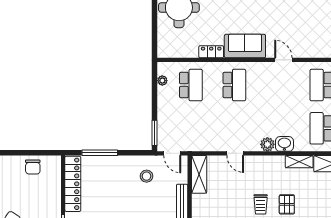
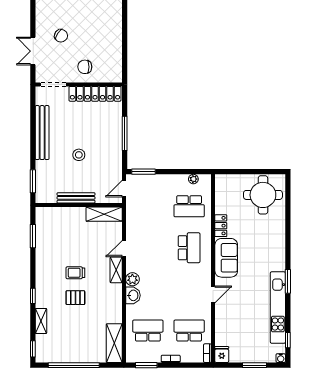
school desk: (234, 85) -> (189, 248), turned -90
window: (100, 153) -> (125, 133), moved
shelving: (299, 162) -> (116, 270), moved
chair: (33, 167) -> (85, 67), moved
stool: (147, 176) -> (79, 155), moved

